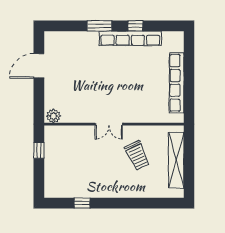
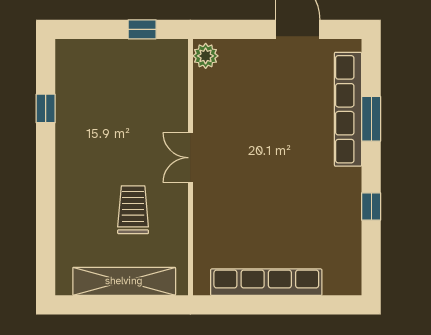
window: (99, 26) -> (371, 119), moved
row of seats: (130, 38) -> (348, 109), moved
trolley: (137, 155) -> (133, 210), turned 115

